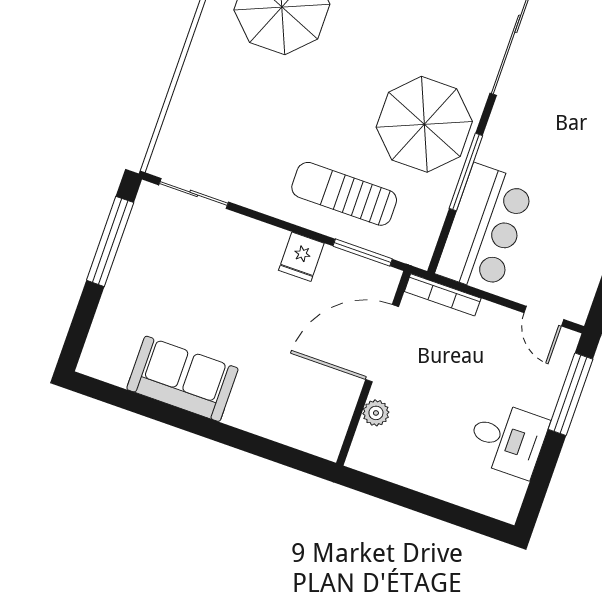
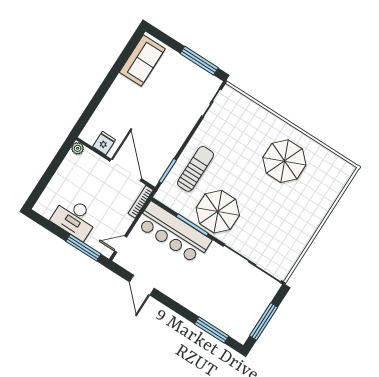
bar counter: (485, 229) -> (174, 233), width x1.36
fridge: (301, 257) -> (104, 143), moved, turned 90
sofa: (182, 379) -> (142, 61), moved
plant: (376, 413) -> (78, 148), moved
desk: (507, 439) -> (75, 218), width x1.37

